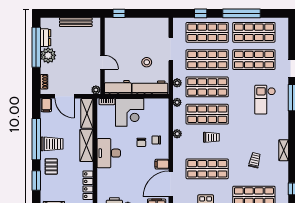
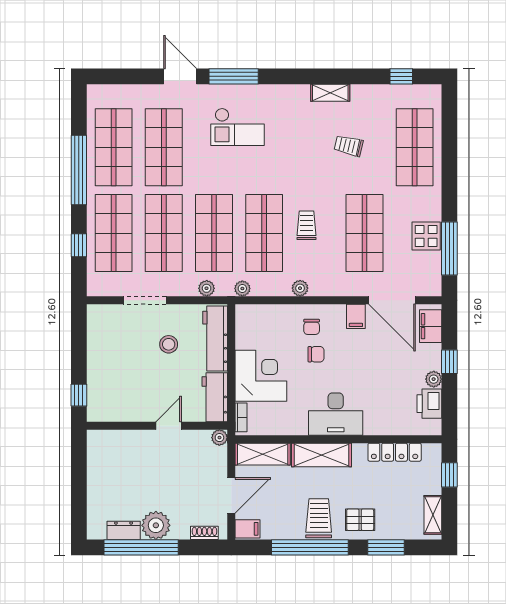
bench: (76, 22) -> (95, 475), removed

